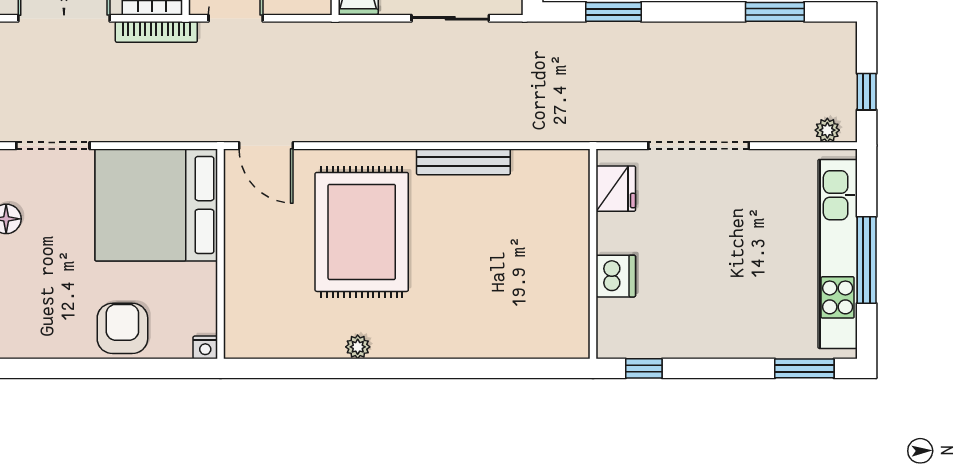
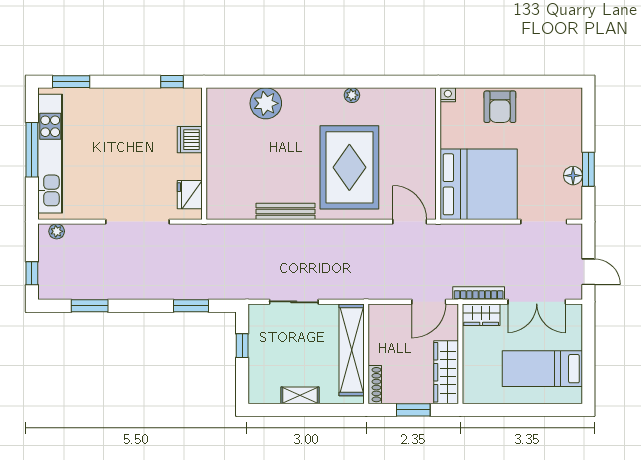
window: (867, 92) -> (32, 273), moved
plant: (495, 334) -> (266, 103), added

